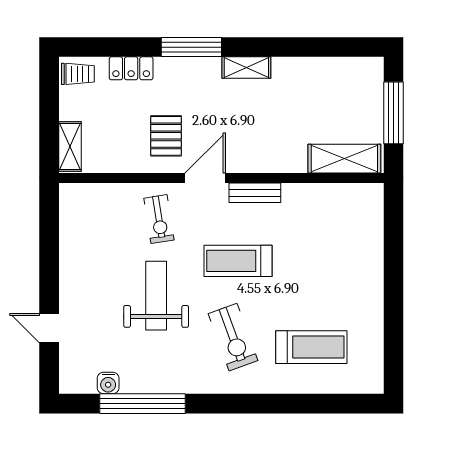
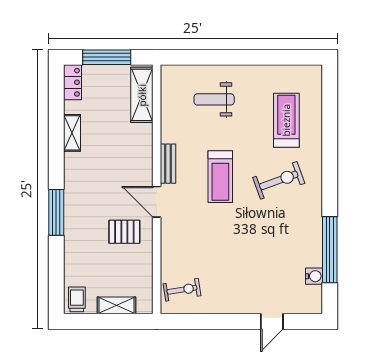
locker: (131, 68) -> (73, 82), moved
shelving: (246, 68) -> (72, 133), moved
shelving: (70, 147) -> (116, 305), moved
exercise bike: (159, 219) -> (182, 290), moved
weight bench: (156, 296) -> (214, 99), moved, width x0.73, depth x0.75

